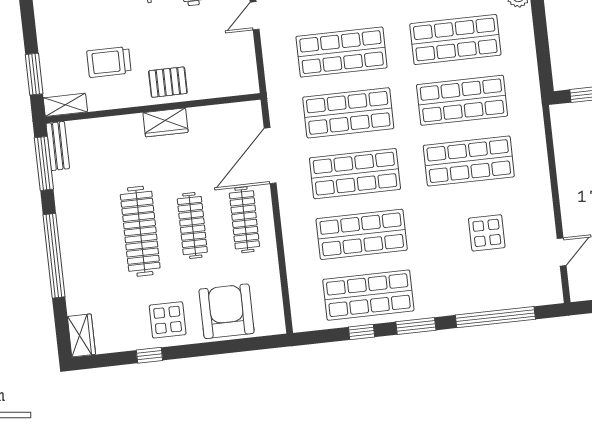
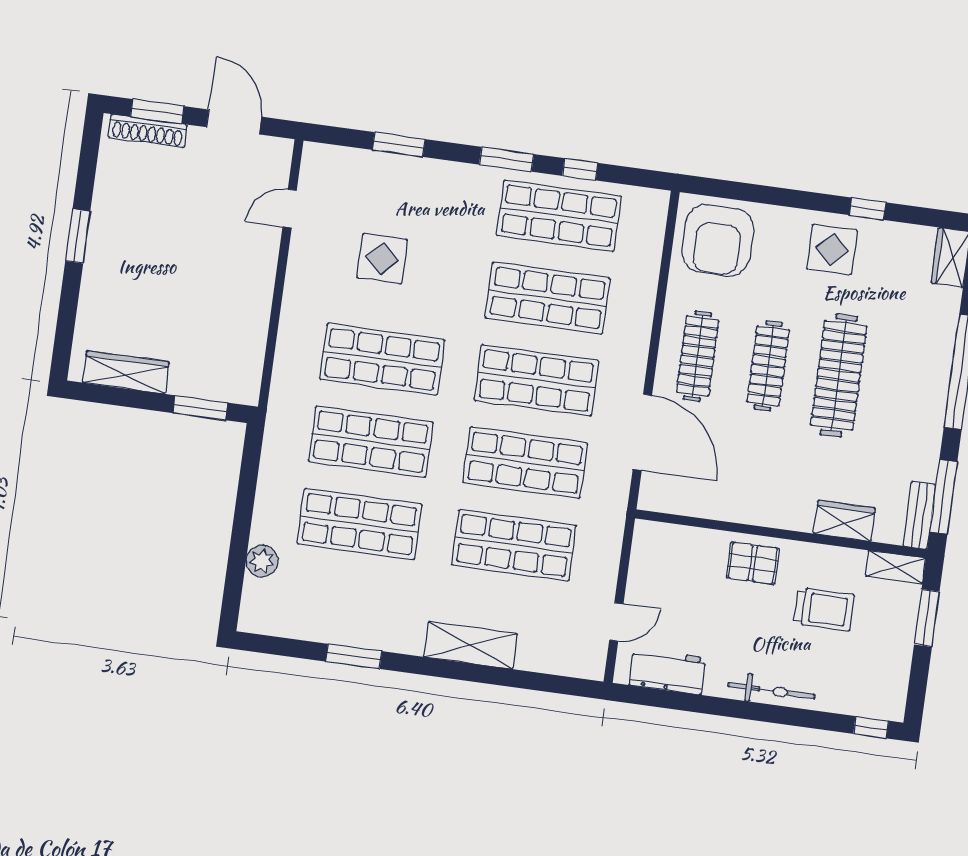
wardrobe: (166, 122) -> (844, 521), moved
door: (270, 156) -> (642, 432), hinge flipped
armchair: (227, 311) -> (718, 240), moved
window: (495, 317) -> (399, 145), width x0.47

